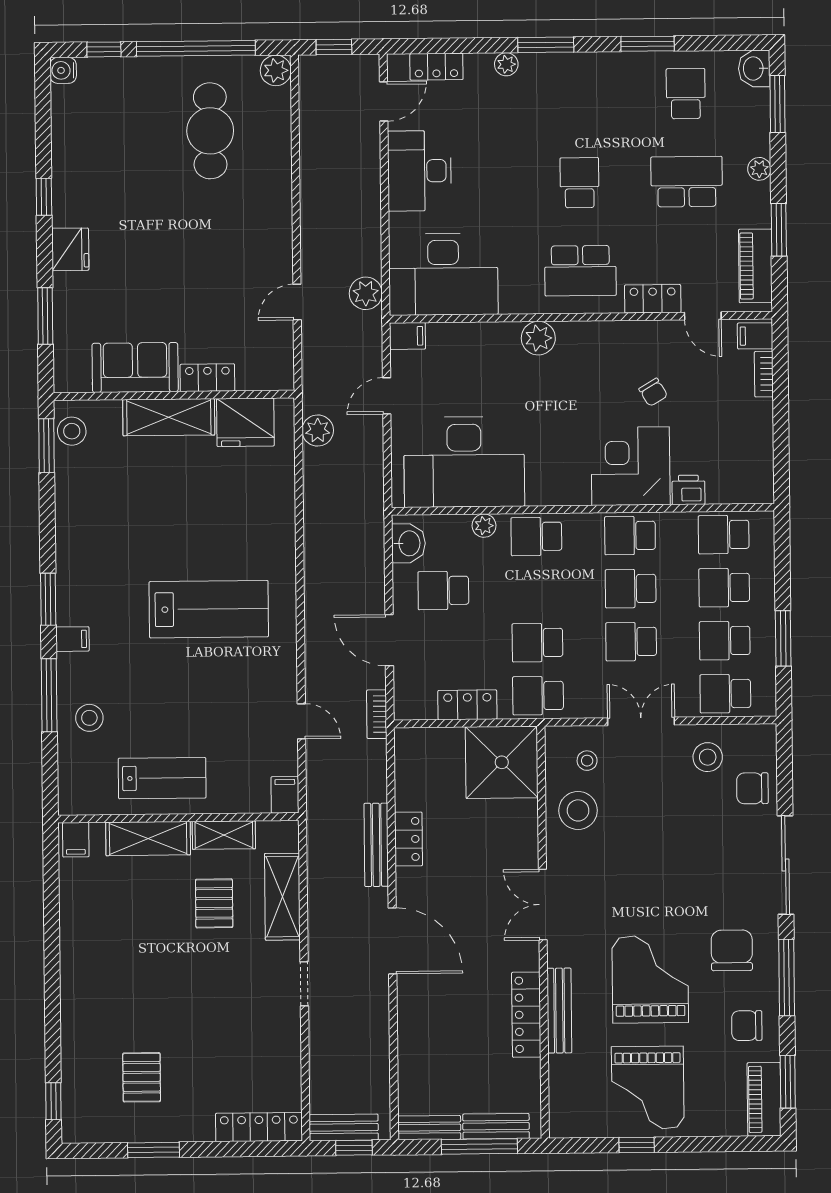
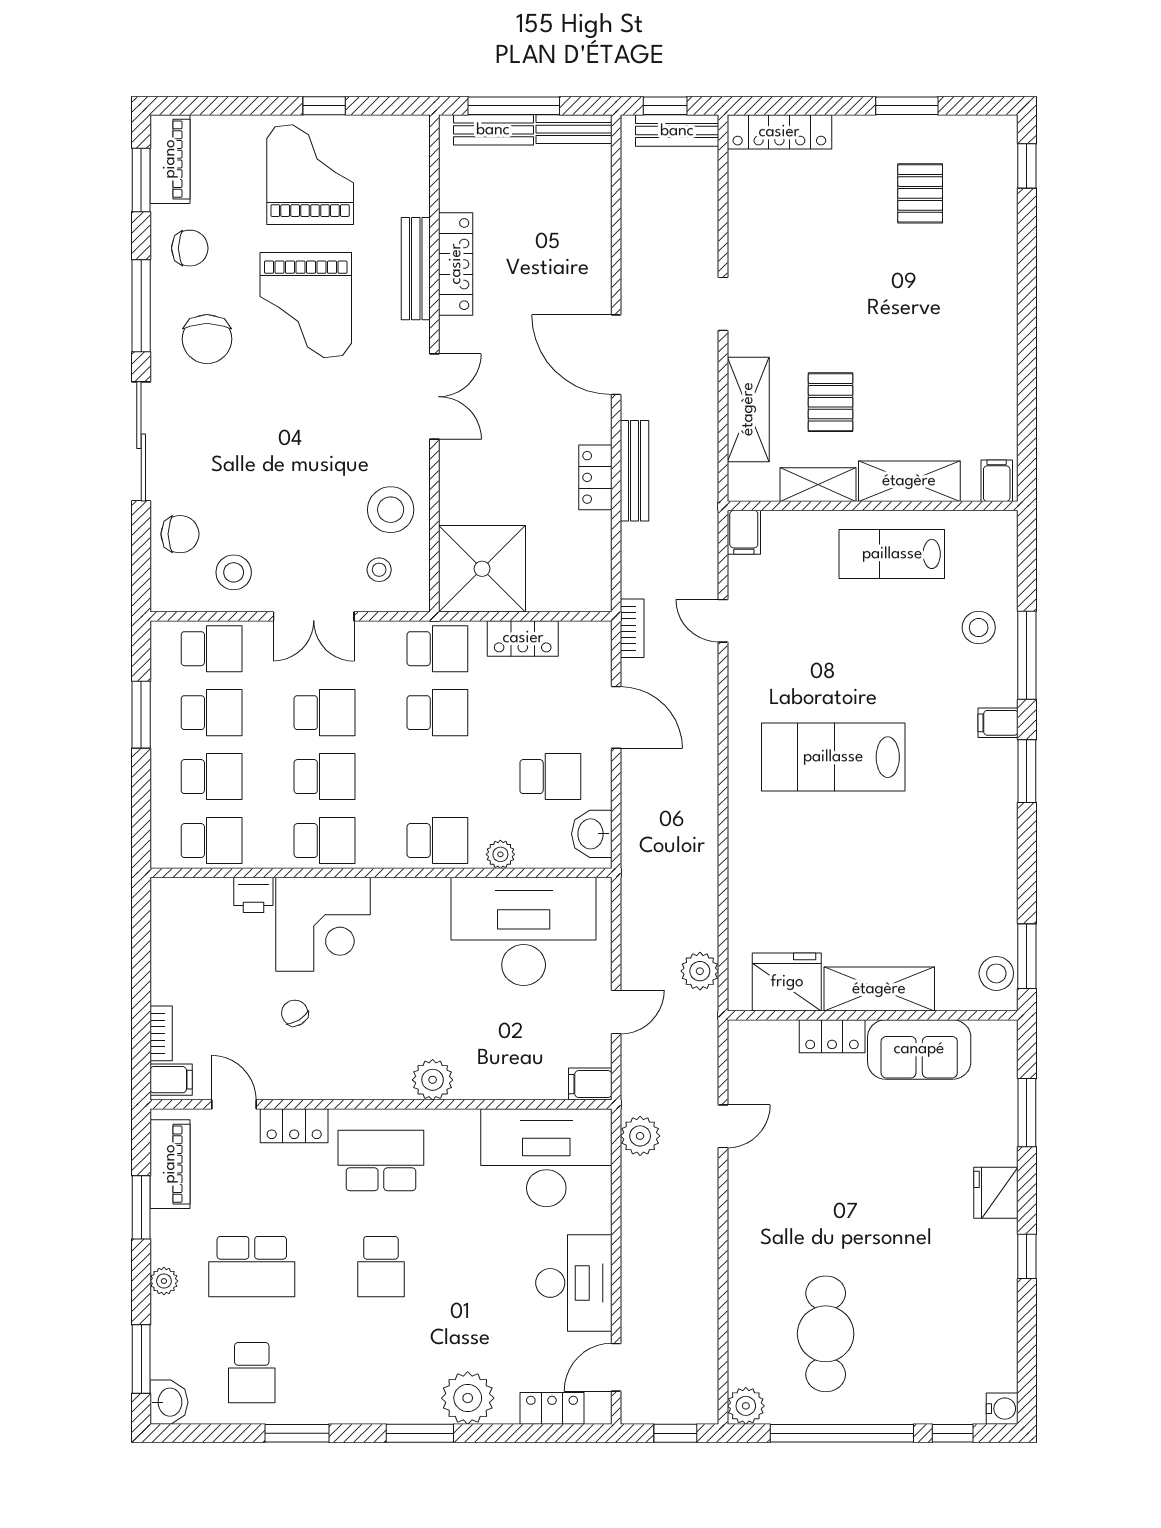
plant: (506, 64) -> (468, 1398), width x1.88, depth x1.88

